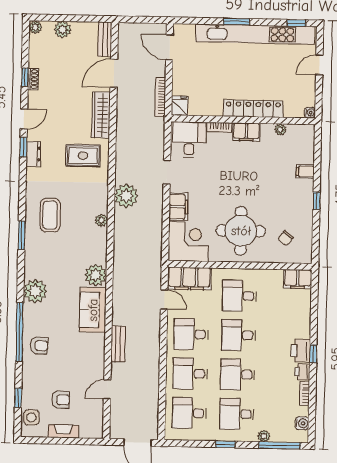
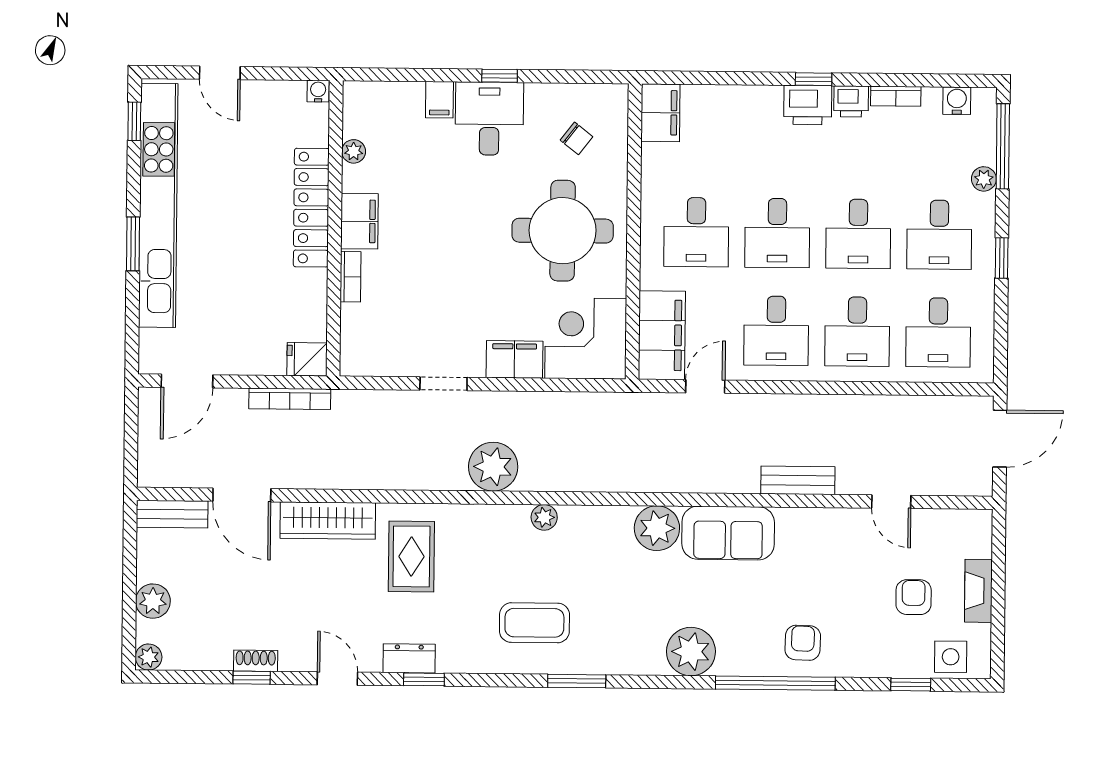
desk: (189, 140) -> (489, 119), moved, turned 90
window: (23, 147) -> (424, 679), moved

